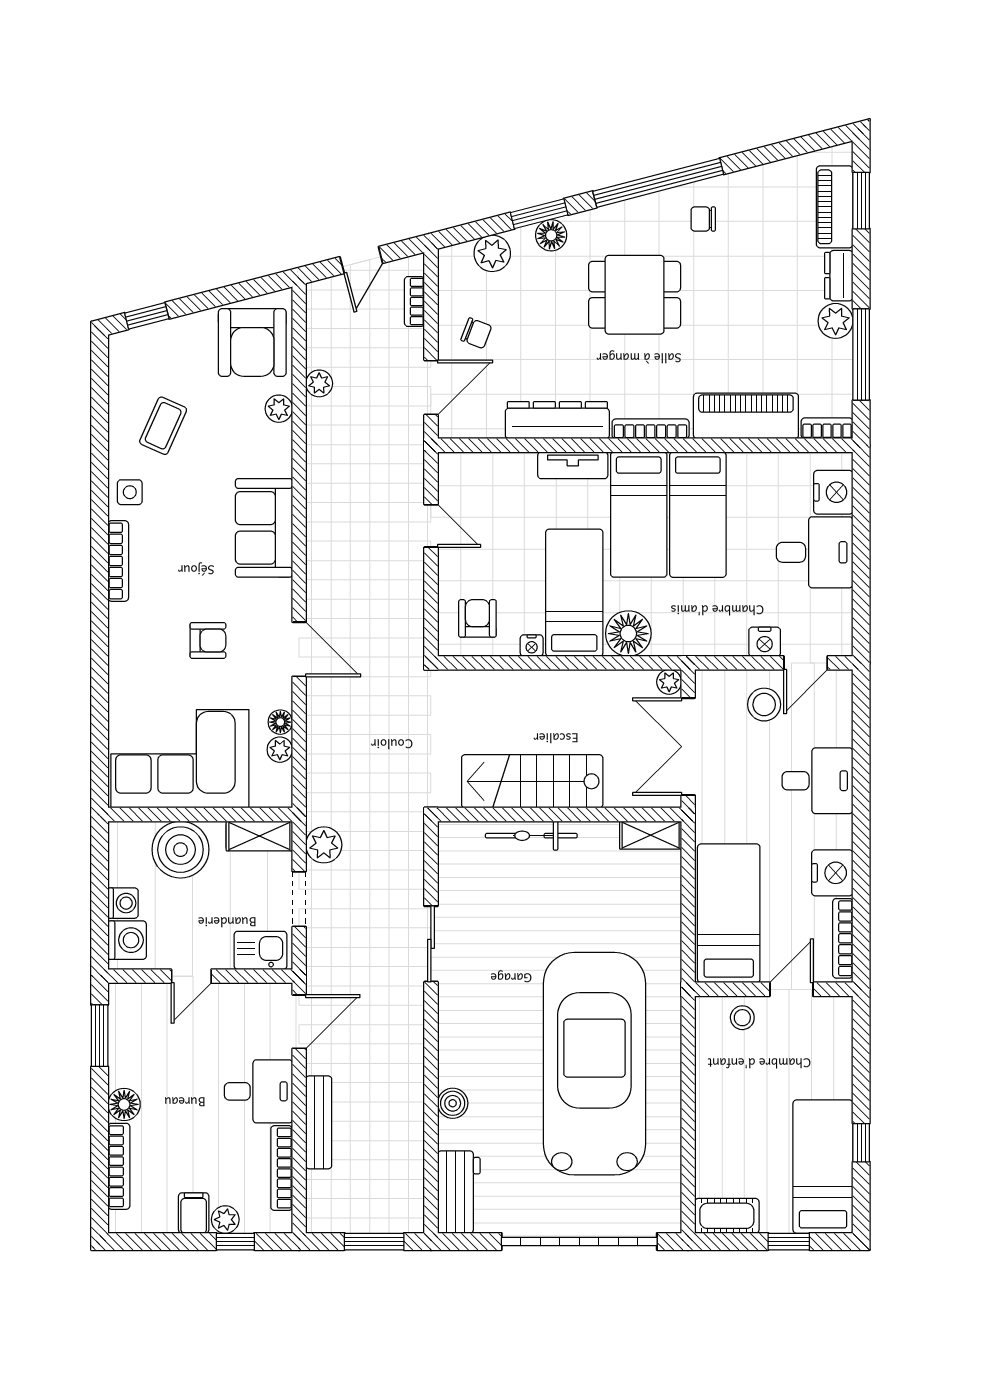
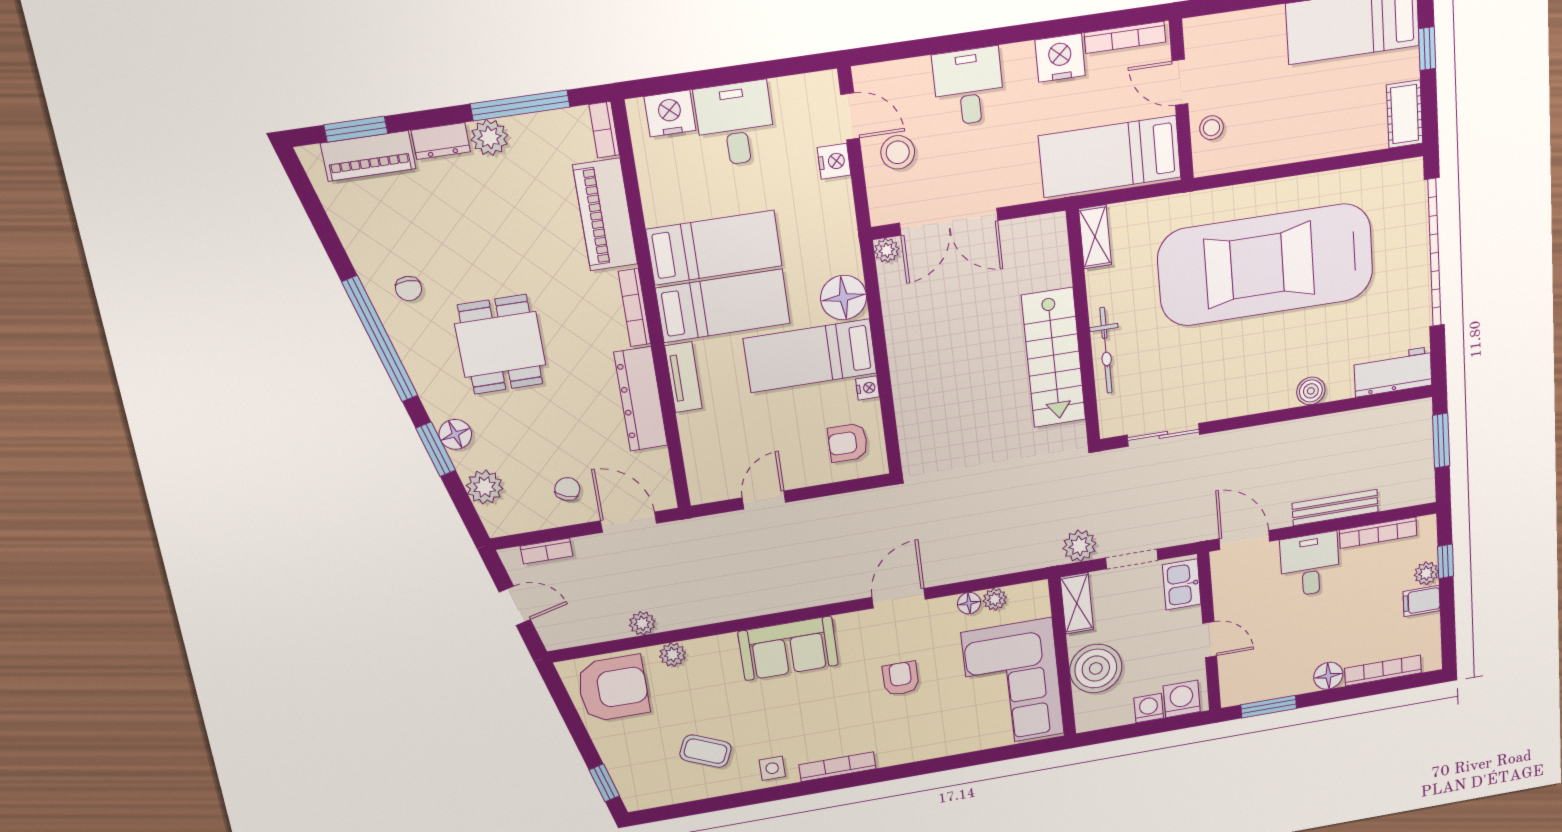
stairs: (532, 781) -> (1054, 358), moved
wall: (560, 815) -> (1083, 327), moved
shelving: (651, 835) -> (1095, 237), moved
bicycle: (531, 836) -> (1106, 350), moved

